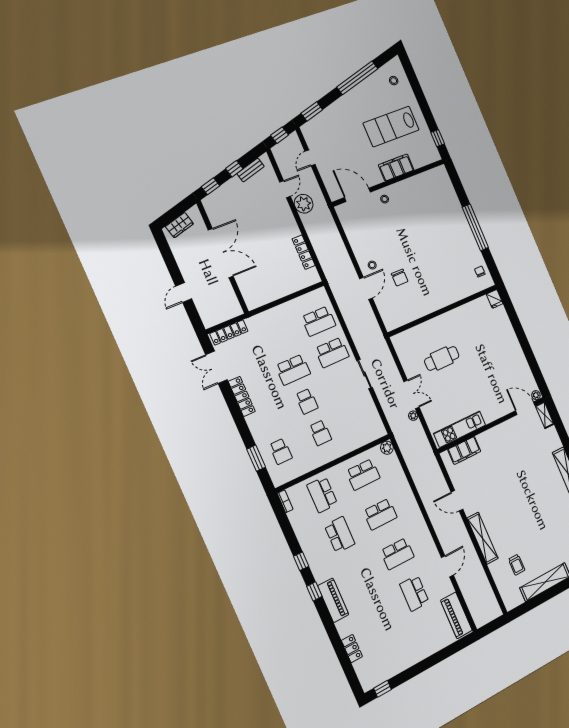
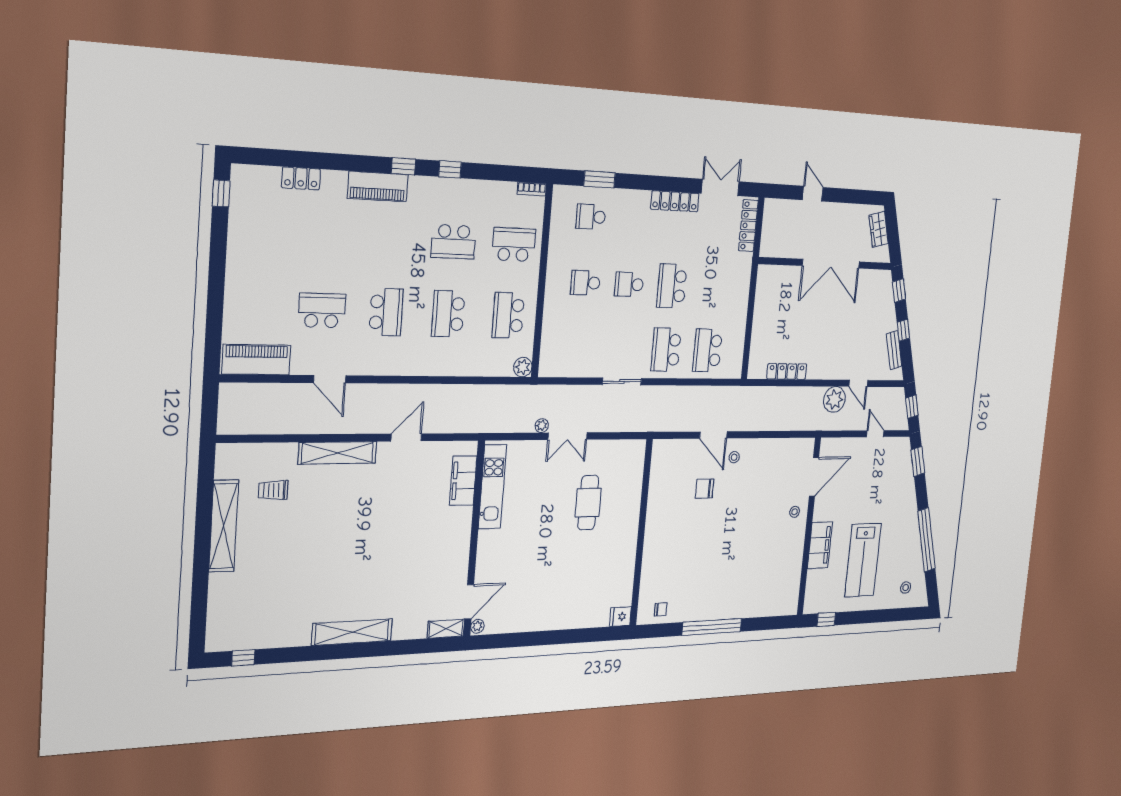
lab bench: (391, 126) -> (863, 560), turned 180
school desk: (397, 554) -> (386, 312), turned 180

